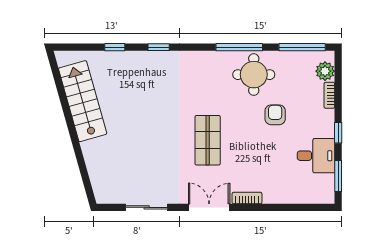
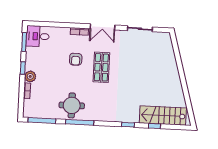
plant: (325, 71) -> (30, 76), moved
stairs: (83, 101) -> (163, 116), moved, turned 106
armchair: (275, 115) -> (76, 59), moved
desk: (316, 156) -> (38, 36), moved

